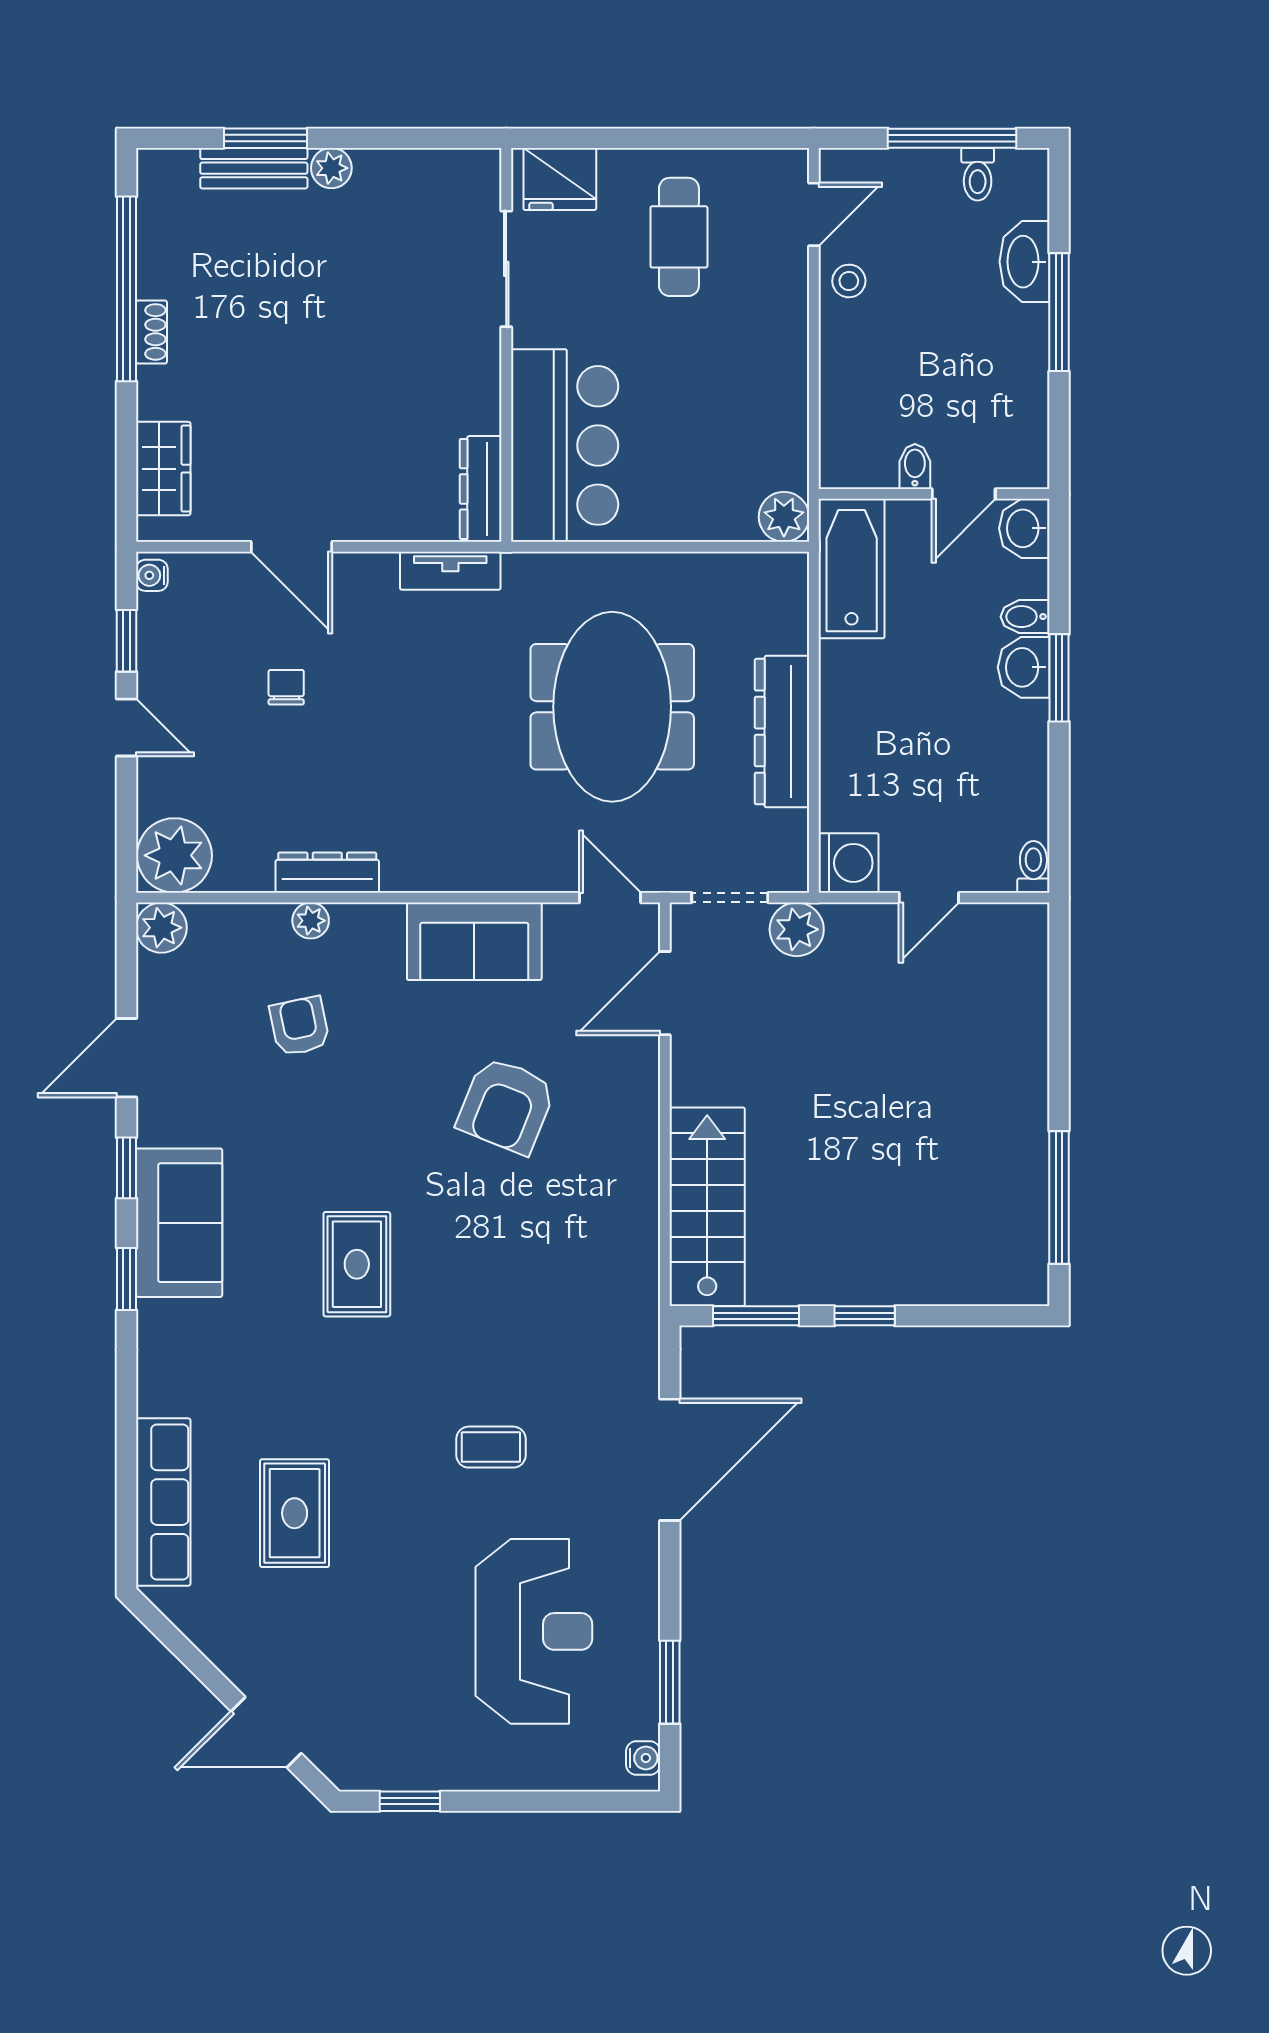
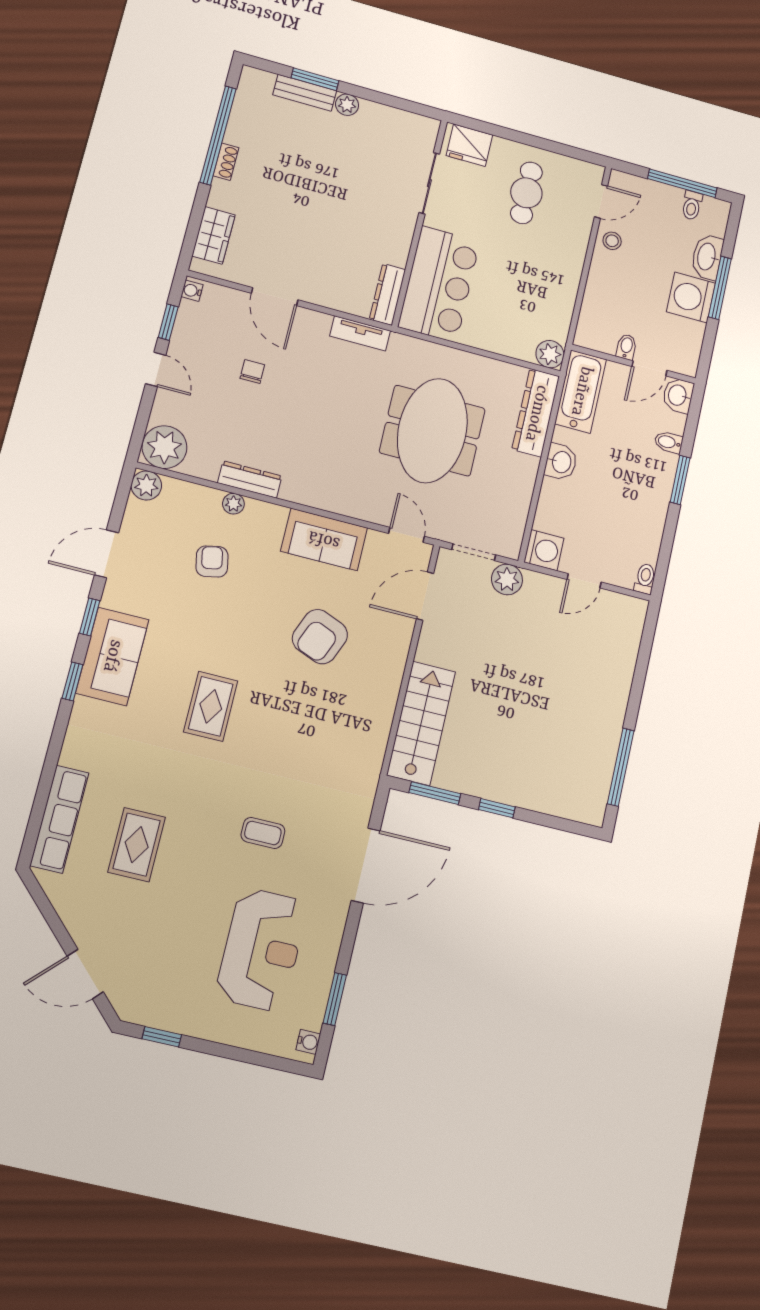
washing machine: (1011, 345) -> (691, 297), added
washbasin: (1024, 667) -> (561, 462), moved, turned 180
dresser: (782, 732) -> (536, 413), moved

